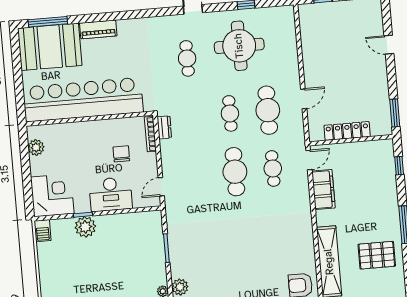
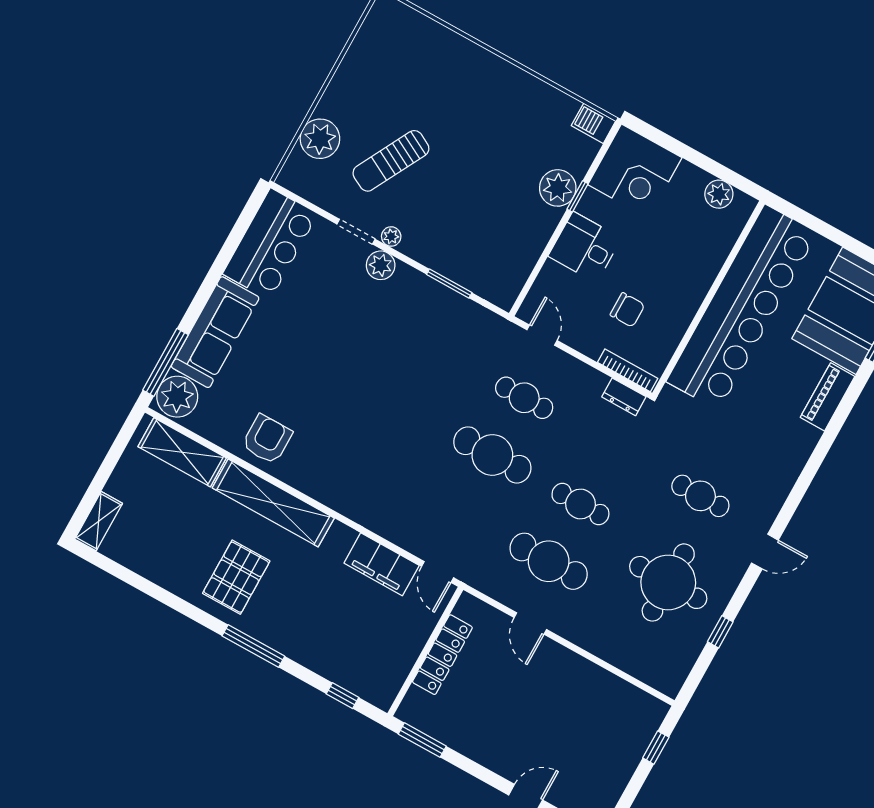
cafe table: (273, 168) -> (524, 398), moved
desk: (111, 194) -> (585, 247), width x0.73

